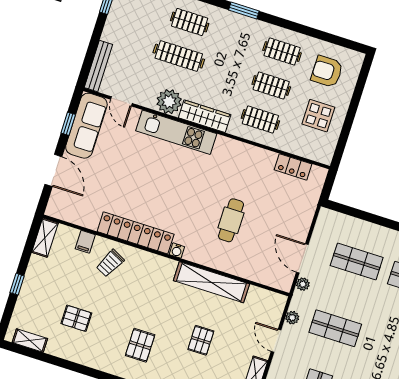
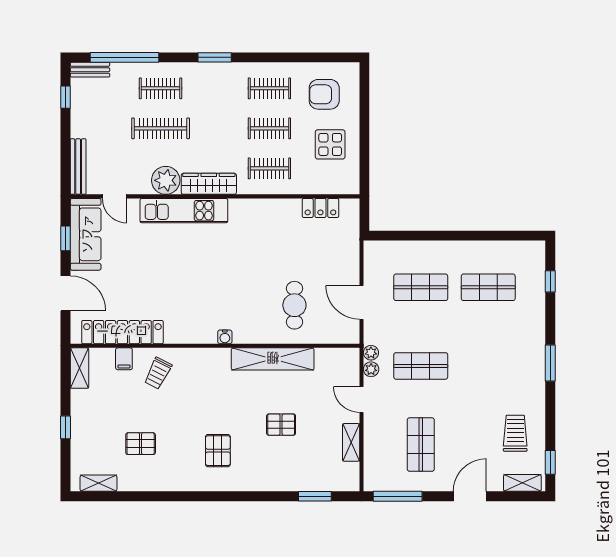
cafe table: (231, 220) -> (294, 305), moved
locker: (136, 233) -> (122, 332), moved
plant: (303, 284) -> (371, 353), moved
pallet: (201, 340) -> (281, 425), turned 90

